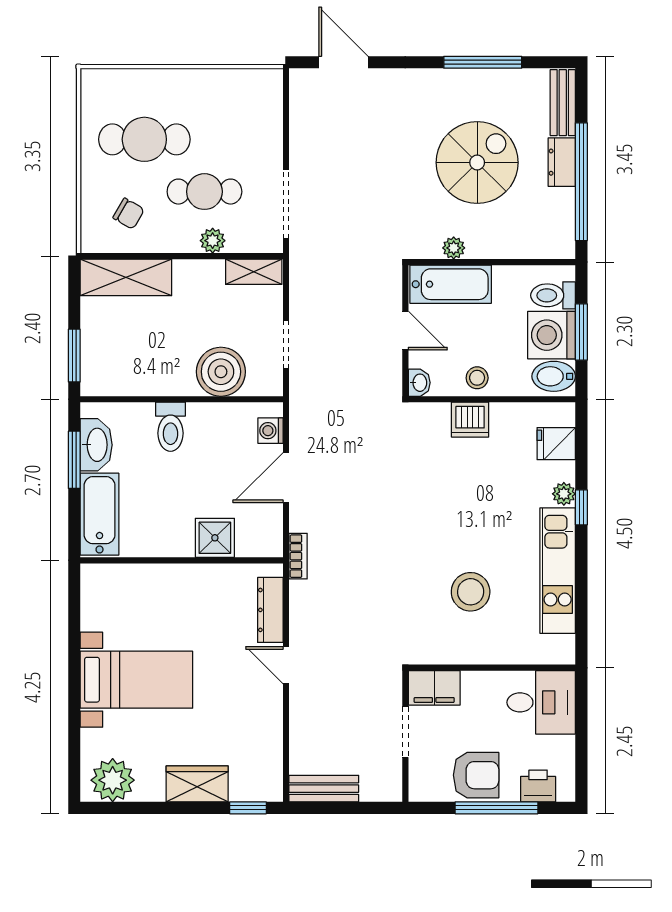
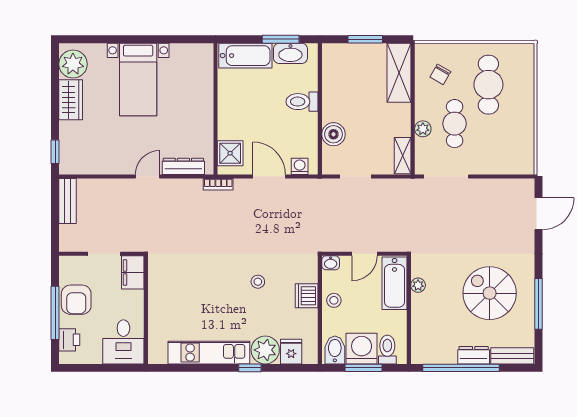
spiral stairs: (477, 163) -> (490, 293), moved, turned 180
window: (74, 356) -> (365, 39), moved
boiler: (221, 372) -> (333, 134), width x0.73, depth x0.73
plant: (564, 494) -> (265, 350), width x1.87, depth x1.87
shower: (215, 538) -> (230, 153), moved
stool: (471, 592) -> (258, 282), moved, width x0.53, depth x0.53
wardrobe: (197, 784) -> (71, 100), moved

